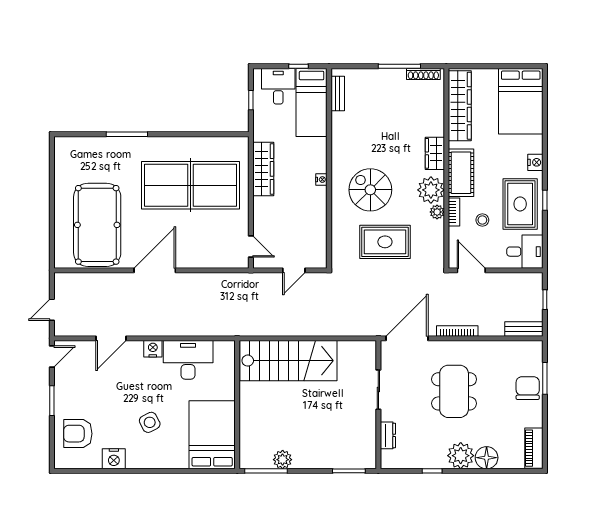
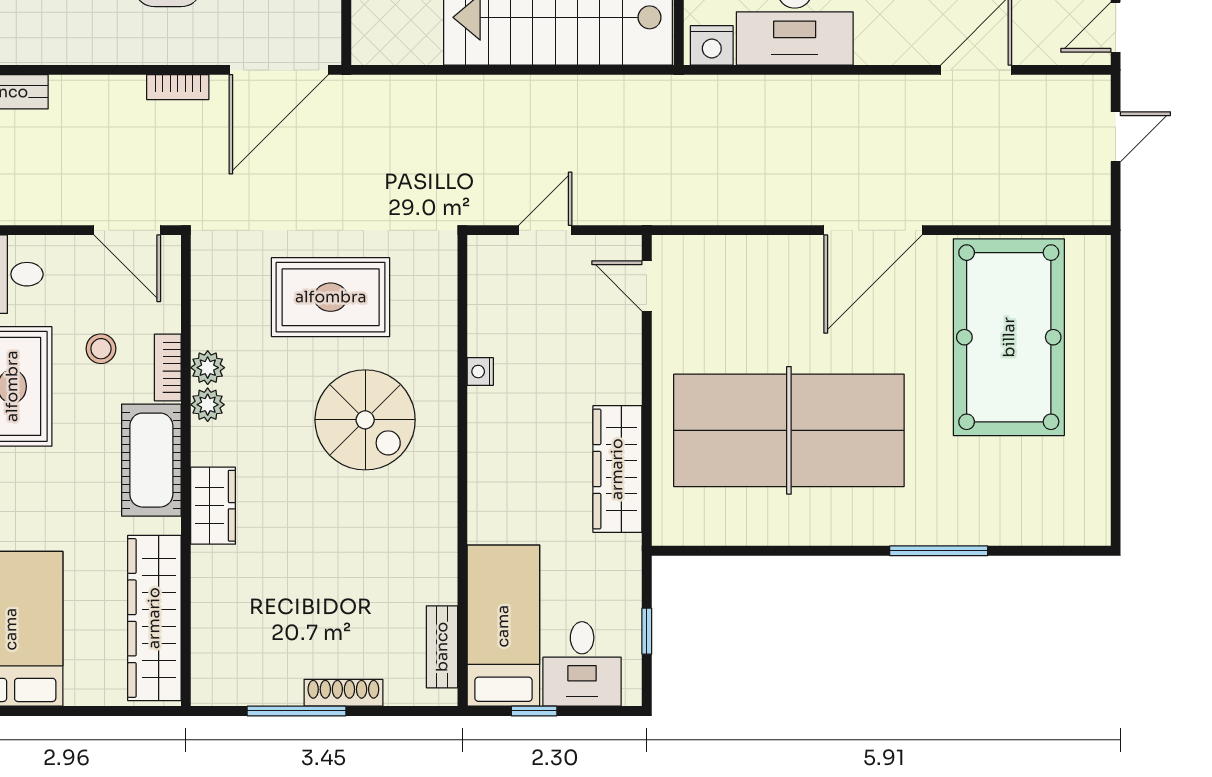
shoe rack: (423, 74) -> (343, 693), moved
nightstand: (321, 180) -> (480, 372), moved
plant: (431, 190) -> (208, 405), width x0.53, depth x0.53
bookcase: (457, 331) -> (178, 87), width x0.64
nightstand: (153, 349) -> (712, 45), moved

